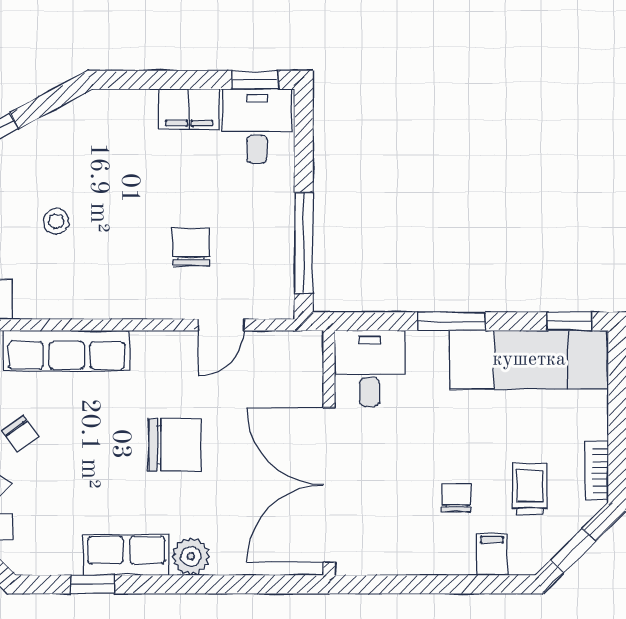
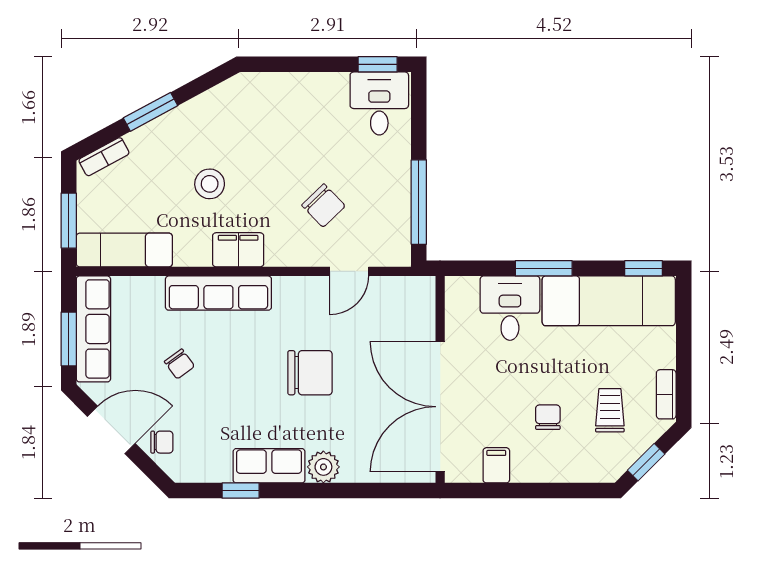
filing cabinet: (189, 109) -> (238, 250), moved, turned 180
stool: (56, 221) -> (210, 184), width x1.37, depth x1.37
chair: (191, 247) -> (323, 206), turned 136
desk: (370, 368) -> (510, 308), moved
filing cabinet: (492, 554) -> (496, 465), moved

